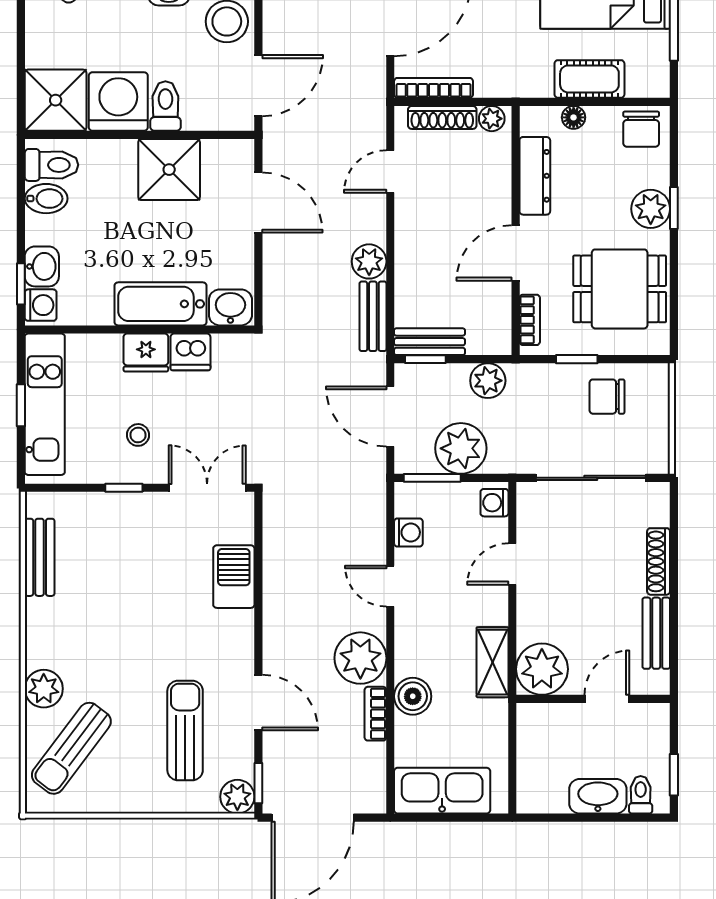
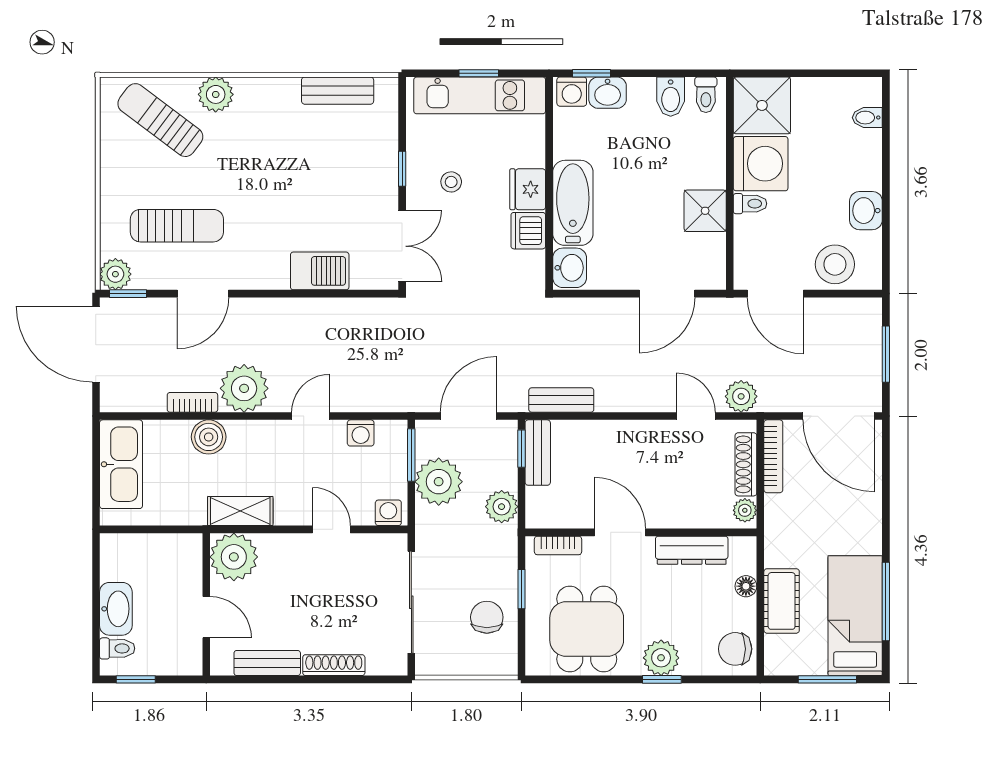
toilet: (165, 106) -> (750, 204), width x0.73, depth x0.72
toilet: (51, 165) -> (706, 95), width x0.73, depth x0.72
shower: (169, 170) -> (705, 211), width x0.73, depth x0.73
plant: (369, 261) -> (741, 396), moved

